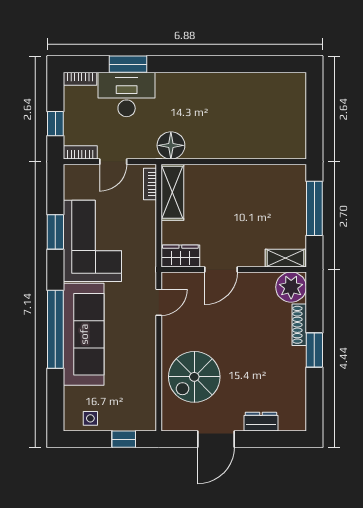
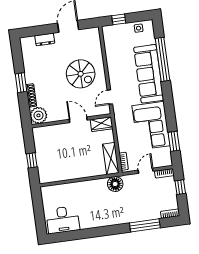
window: (128, 64) -> (145, 225), width x1.44
desk: (127, 94) -> (63, 220), moved
window: (314, 208) -> (32, 160), width x0.46
window: (55, 232) -> (174, 141), moved
shelving: (285, 258) -> (44, 131), removed
door: (221, 270) -> (78, 120), hinge flipped
window: (55, 329) -> (162, 59), moved
spiral stairs: (194, 377) -> (81, 74), moved, turned 90

